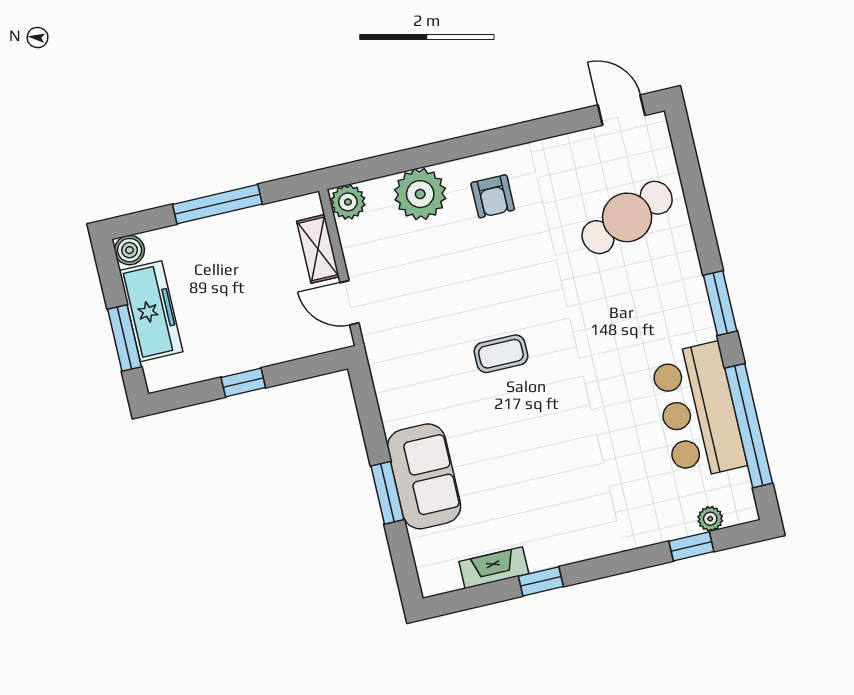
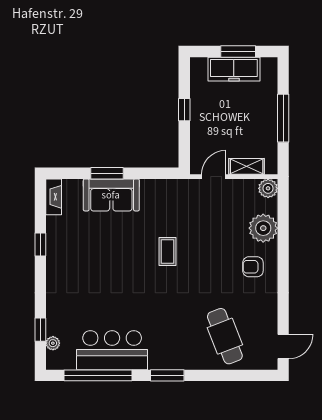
boiler: (130, 250) -> (269, 65), removed
window: (125, 338) -> (238, 52), moved
fireplace: (494, 568) -> (54, 197), moved

